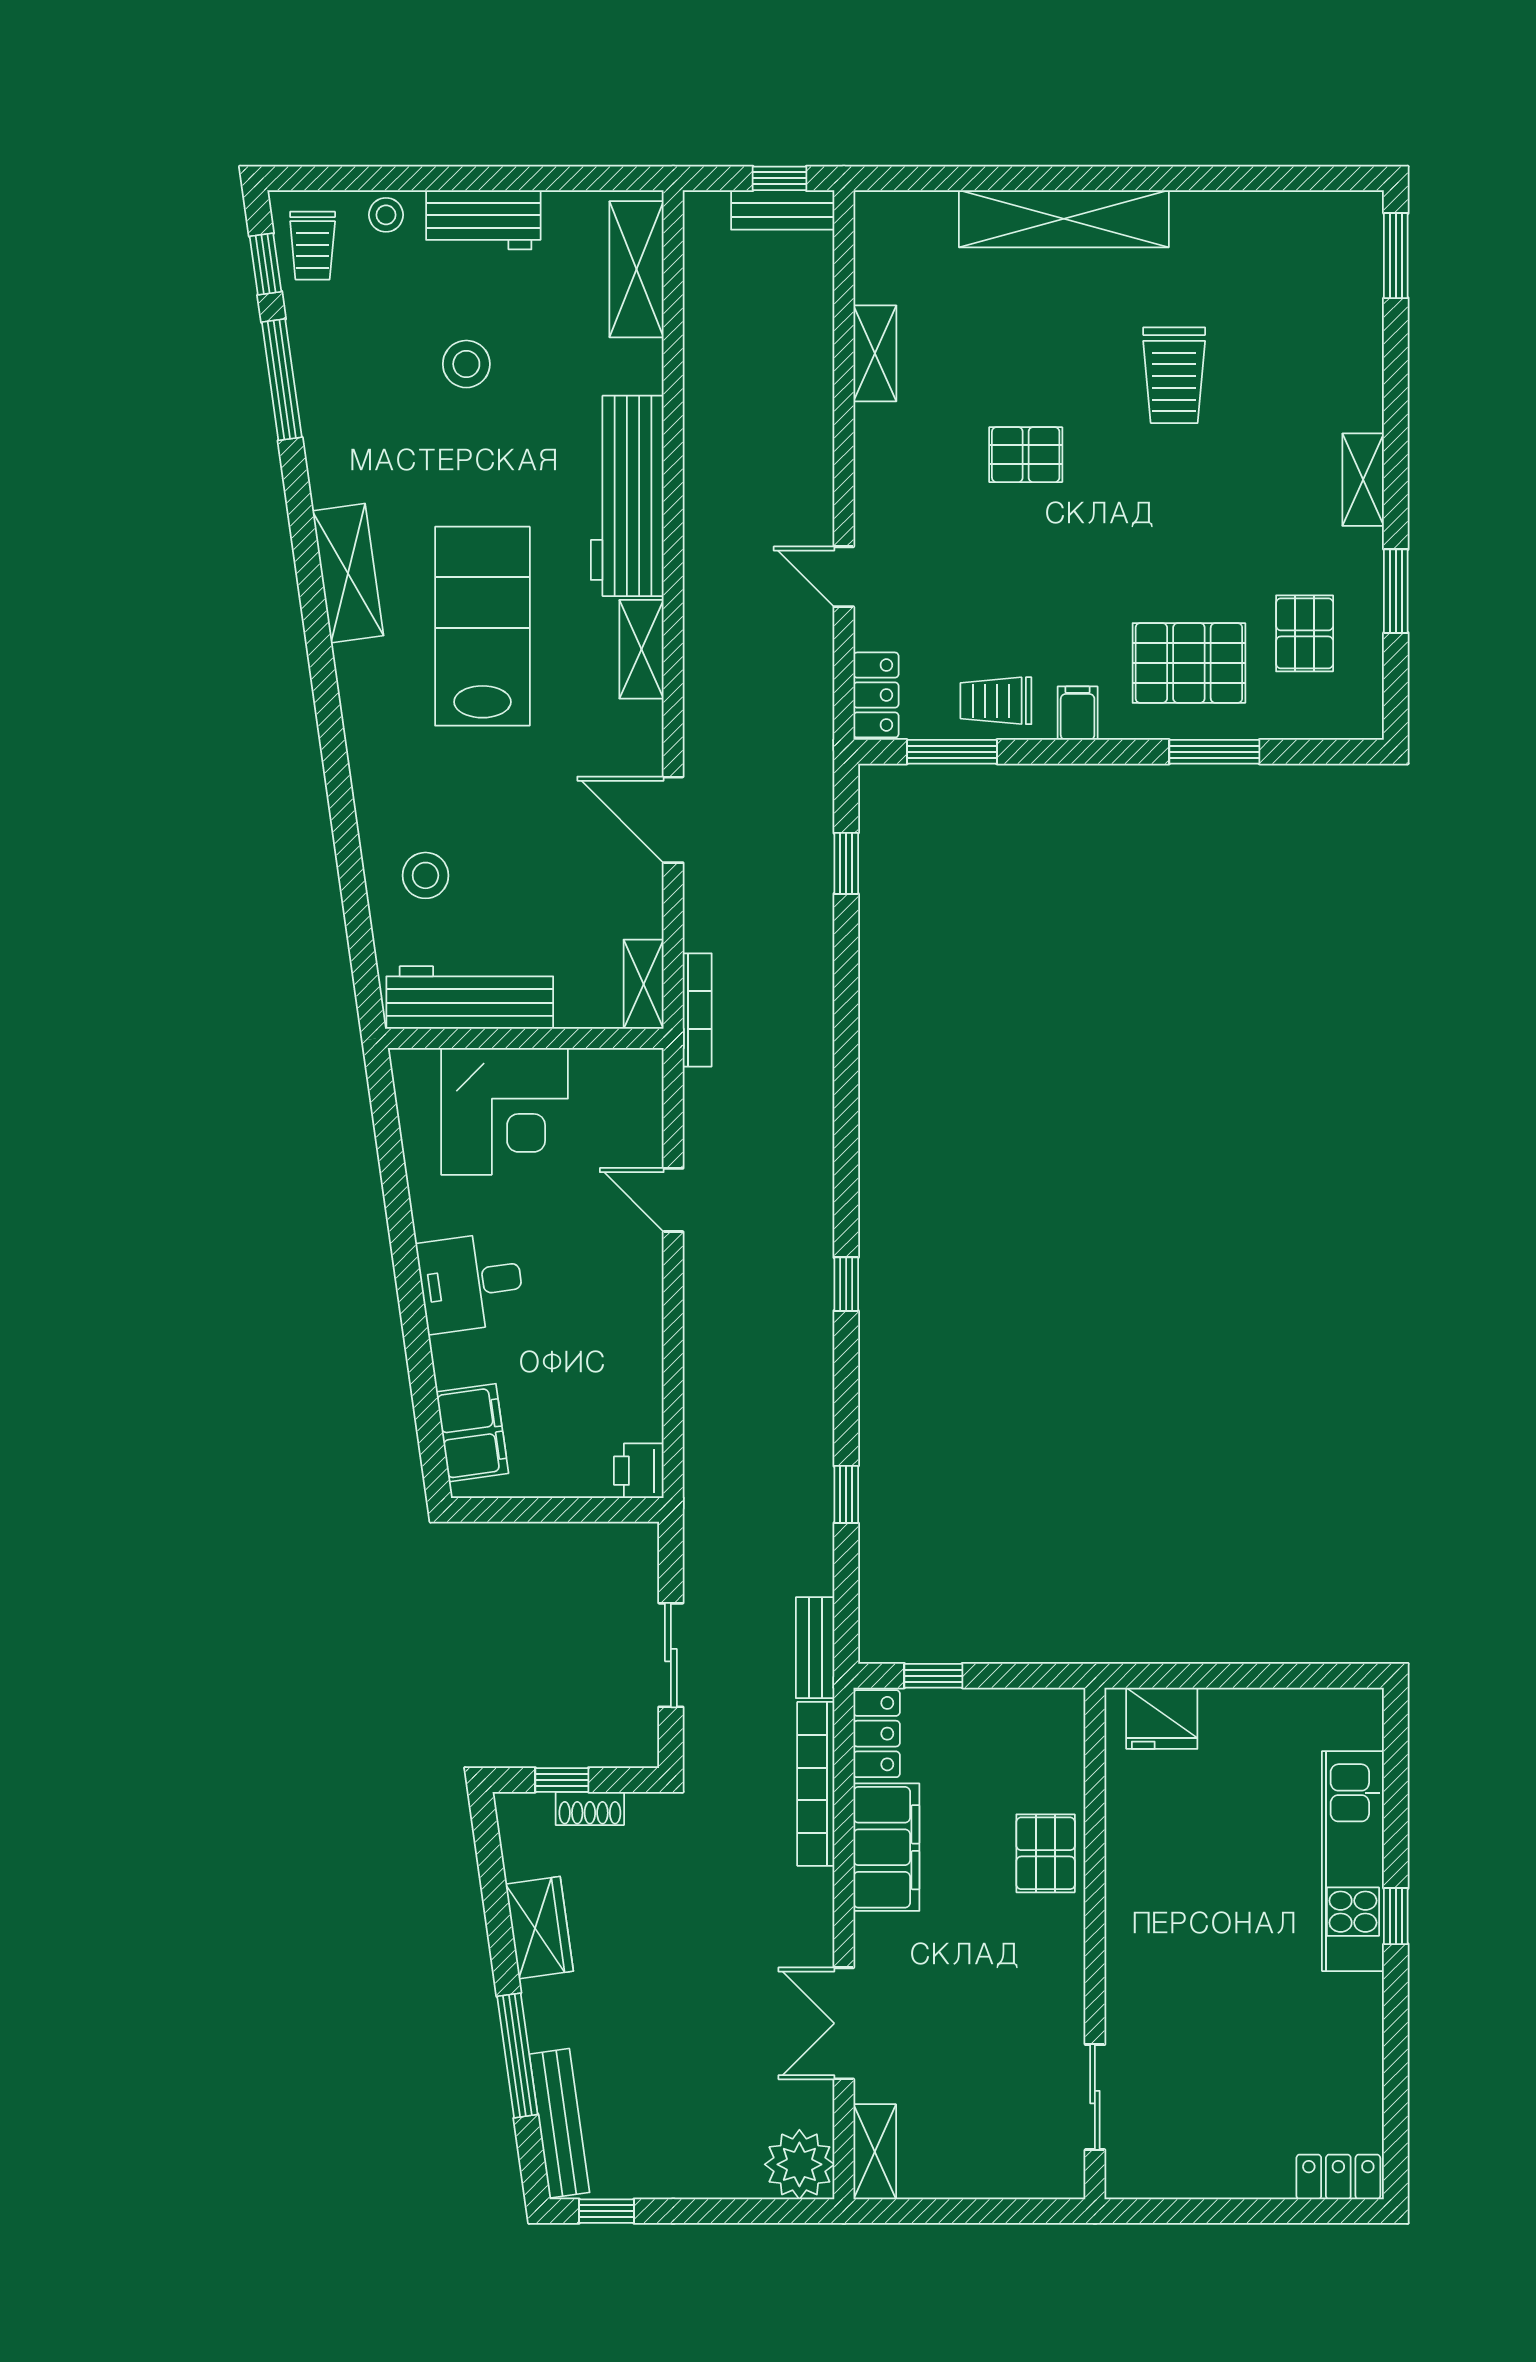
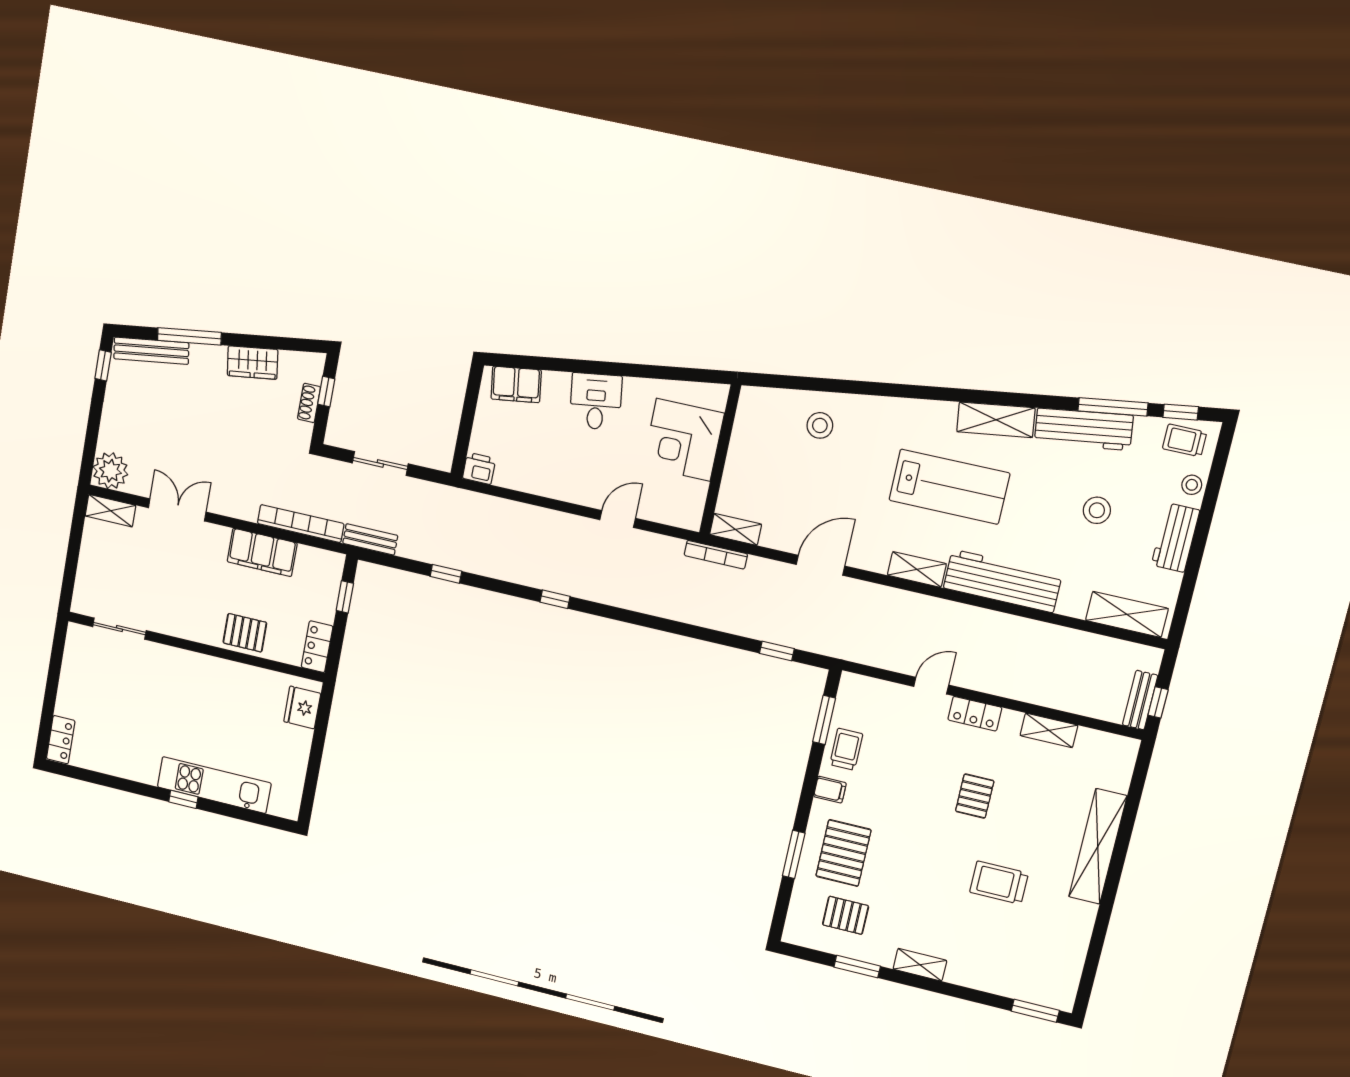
locker: (876, 695) -> (975, 714), moved
workbench: (470, 998) -> (1084, 429), moved, turned 82
locker: (877, 1734) -> (317, 647), moved, turned 90

